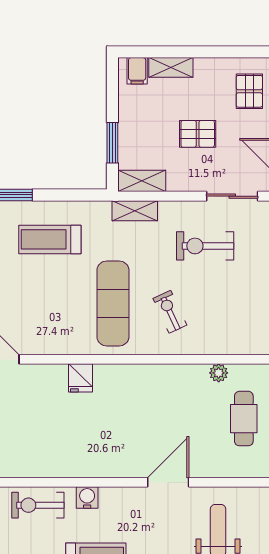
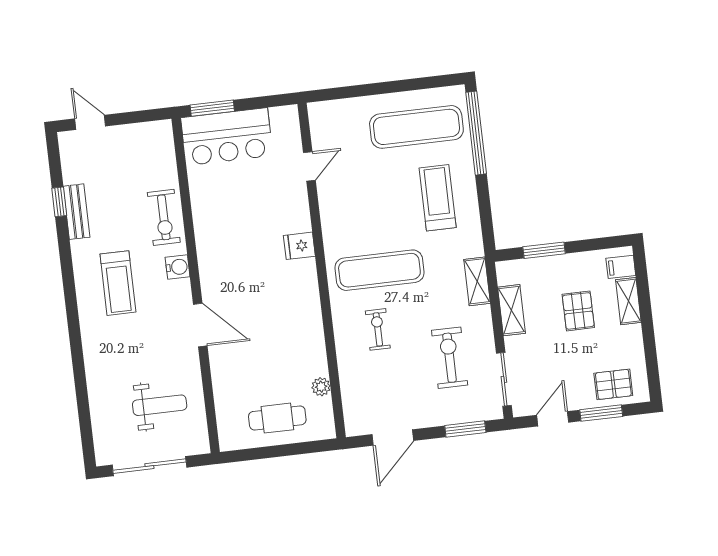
pallet: (198, 134) -> (578, 311), moved
shelving: (142, 181) -> (512, 310), moved
exercise bike: (170, 312) -> (378, 329), turned -65
door: (168, 482) -> (200, 325), moved
exercise bike: (38, 505) -> (164, 217), turned 180

